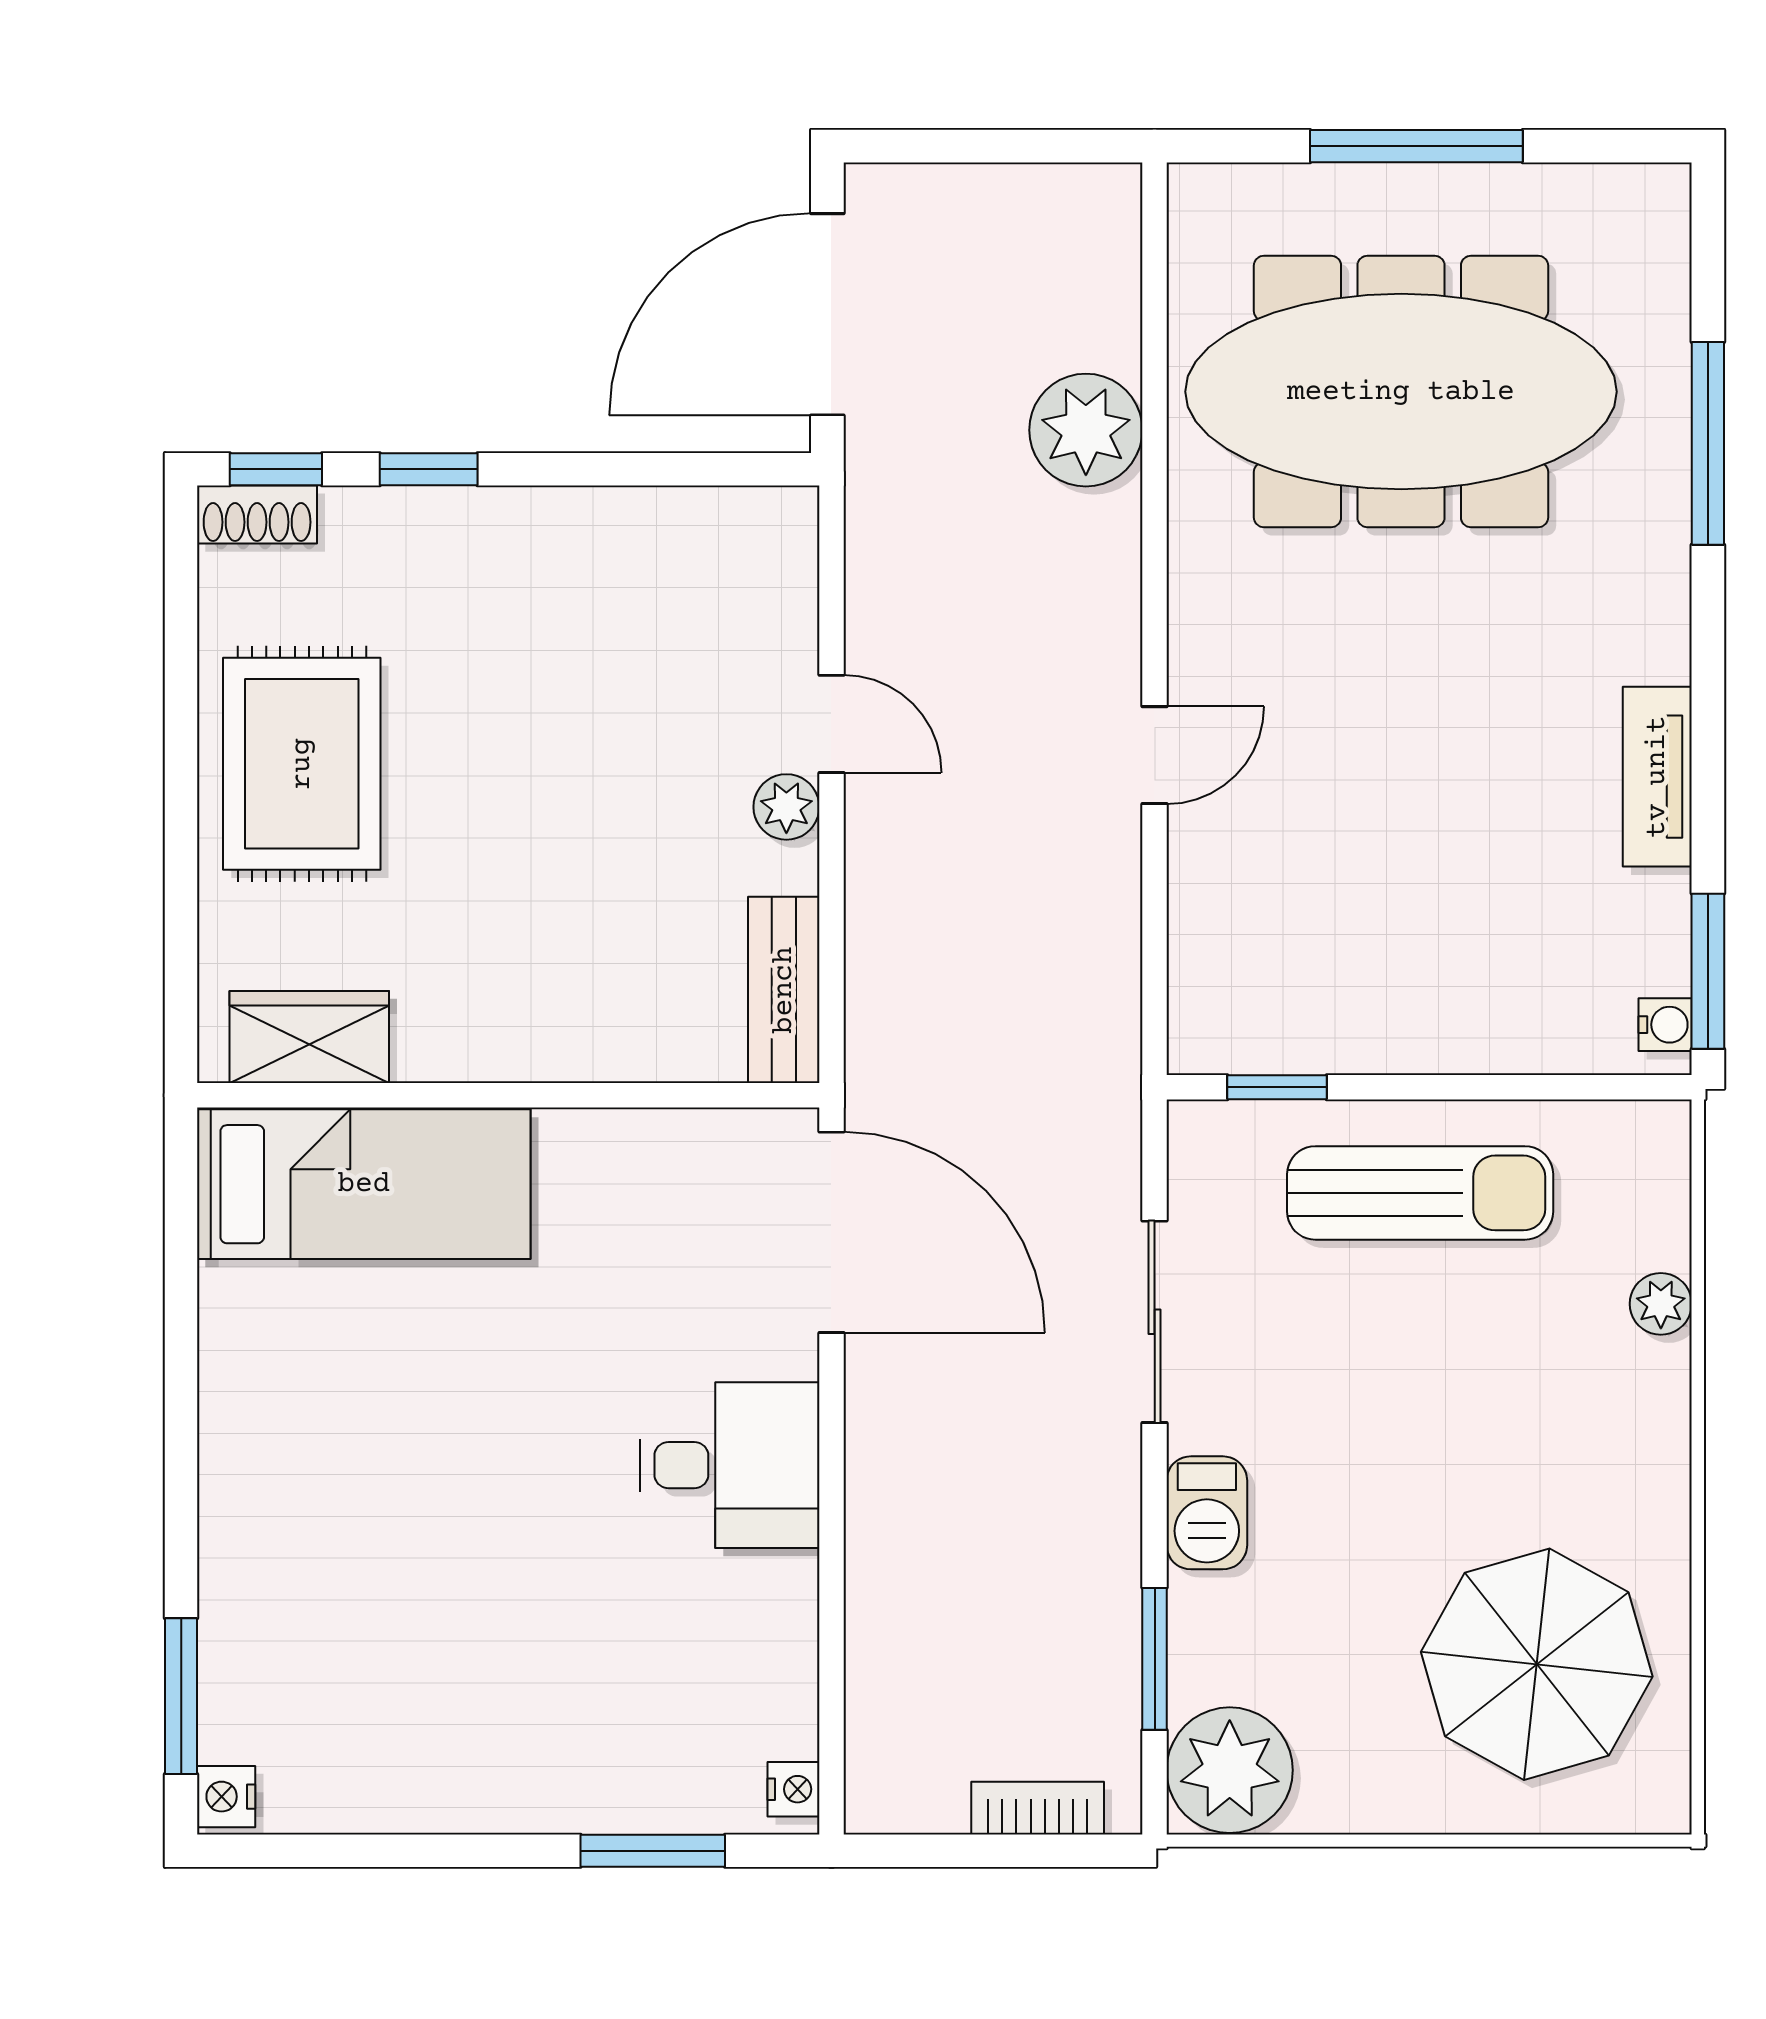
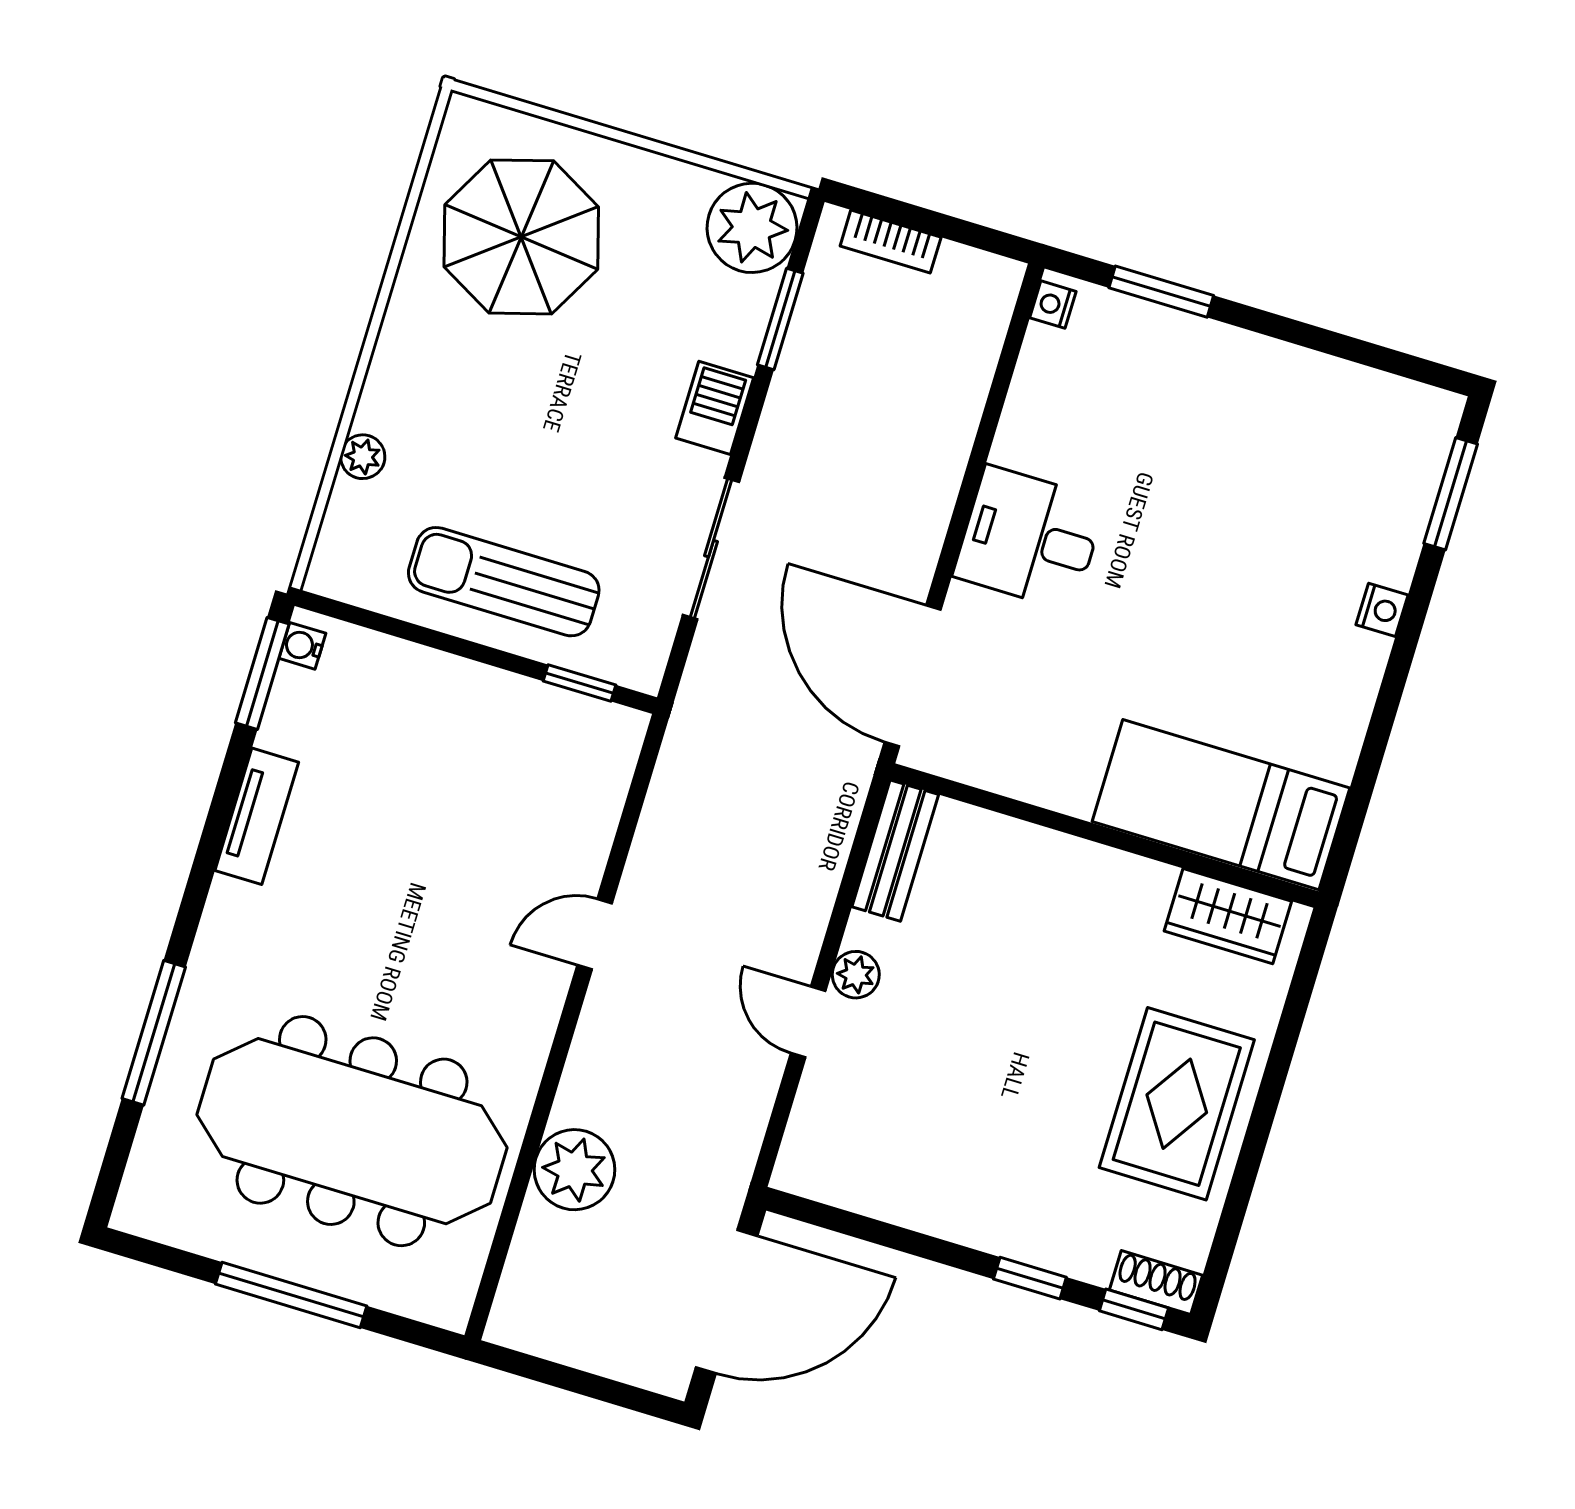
nightstand: (226, 1797) -> (1382, 610), moved

